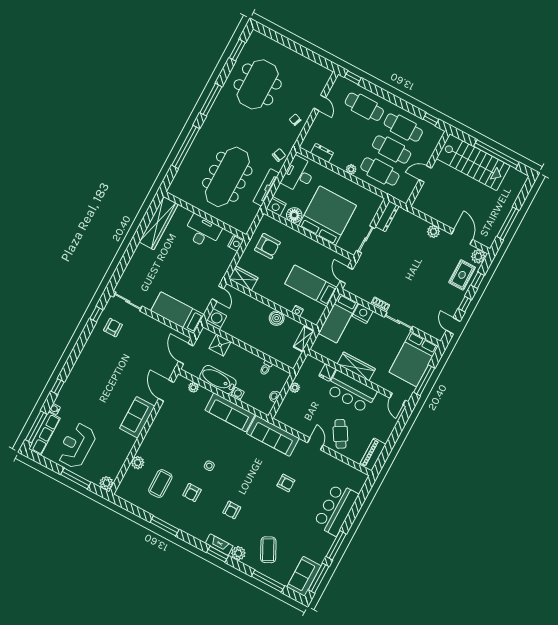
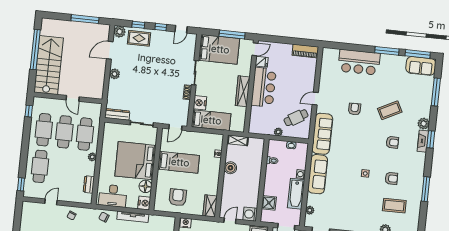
bed: (311, 286) -> (179, 162), moved, turned -90
fridge: (327, 372) -> (262, 62), moved
cafe table: (340, 434) -> (296, 118), moved
coffee table: (268, 550) -> (390, 110), moved

